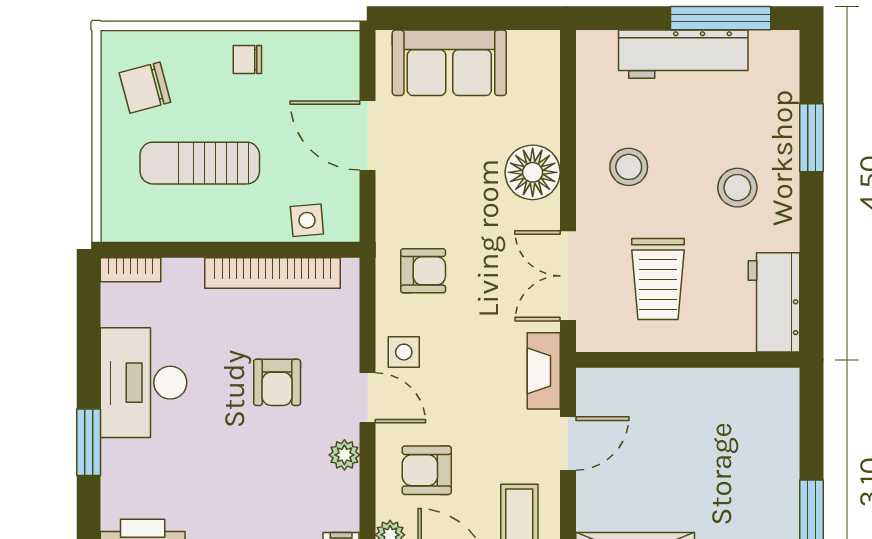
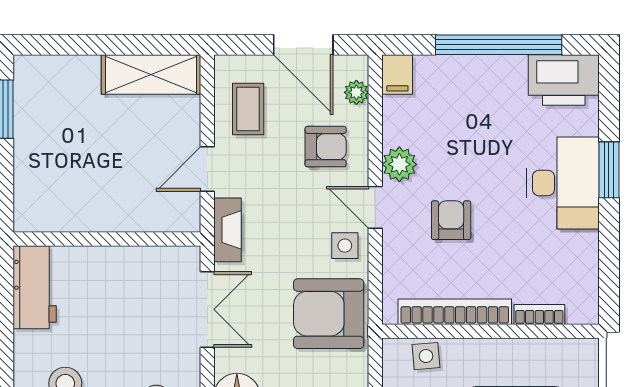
bookcase: (131, 270) -> (539, 315), moved
armchair: (423, 271) -> (329, 314), width x1.88, depth x1.88
trolley: (658, 279) -> (132, 307), removed
desk: (144, 383) -> (563, 183), moved
plant: (344, 455) -> (399, 164), width x1.38, depth x1.38

